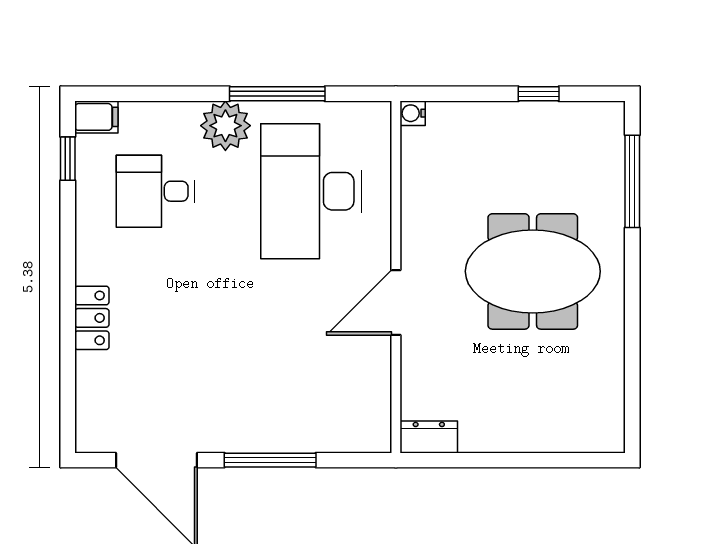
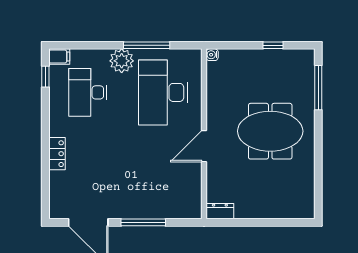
desk: (155, 191) -> (88, 92), width x1.37

